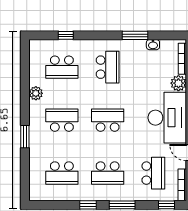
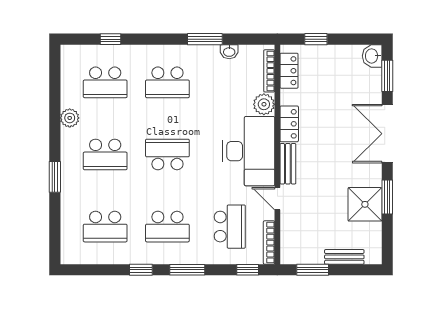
school desk: (108, 67) -> (167, 82), turned 90
school desk: (62, 120) -> (105, 154), turned 180

